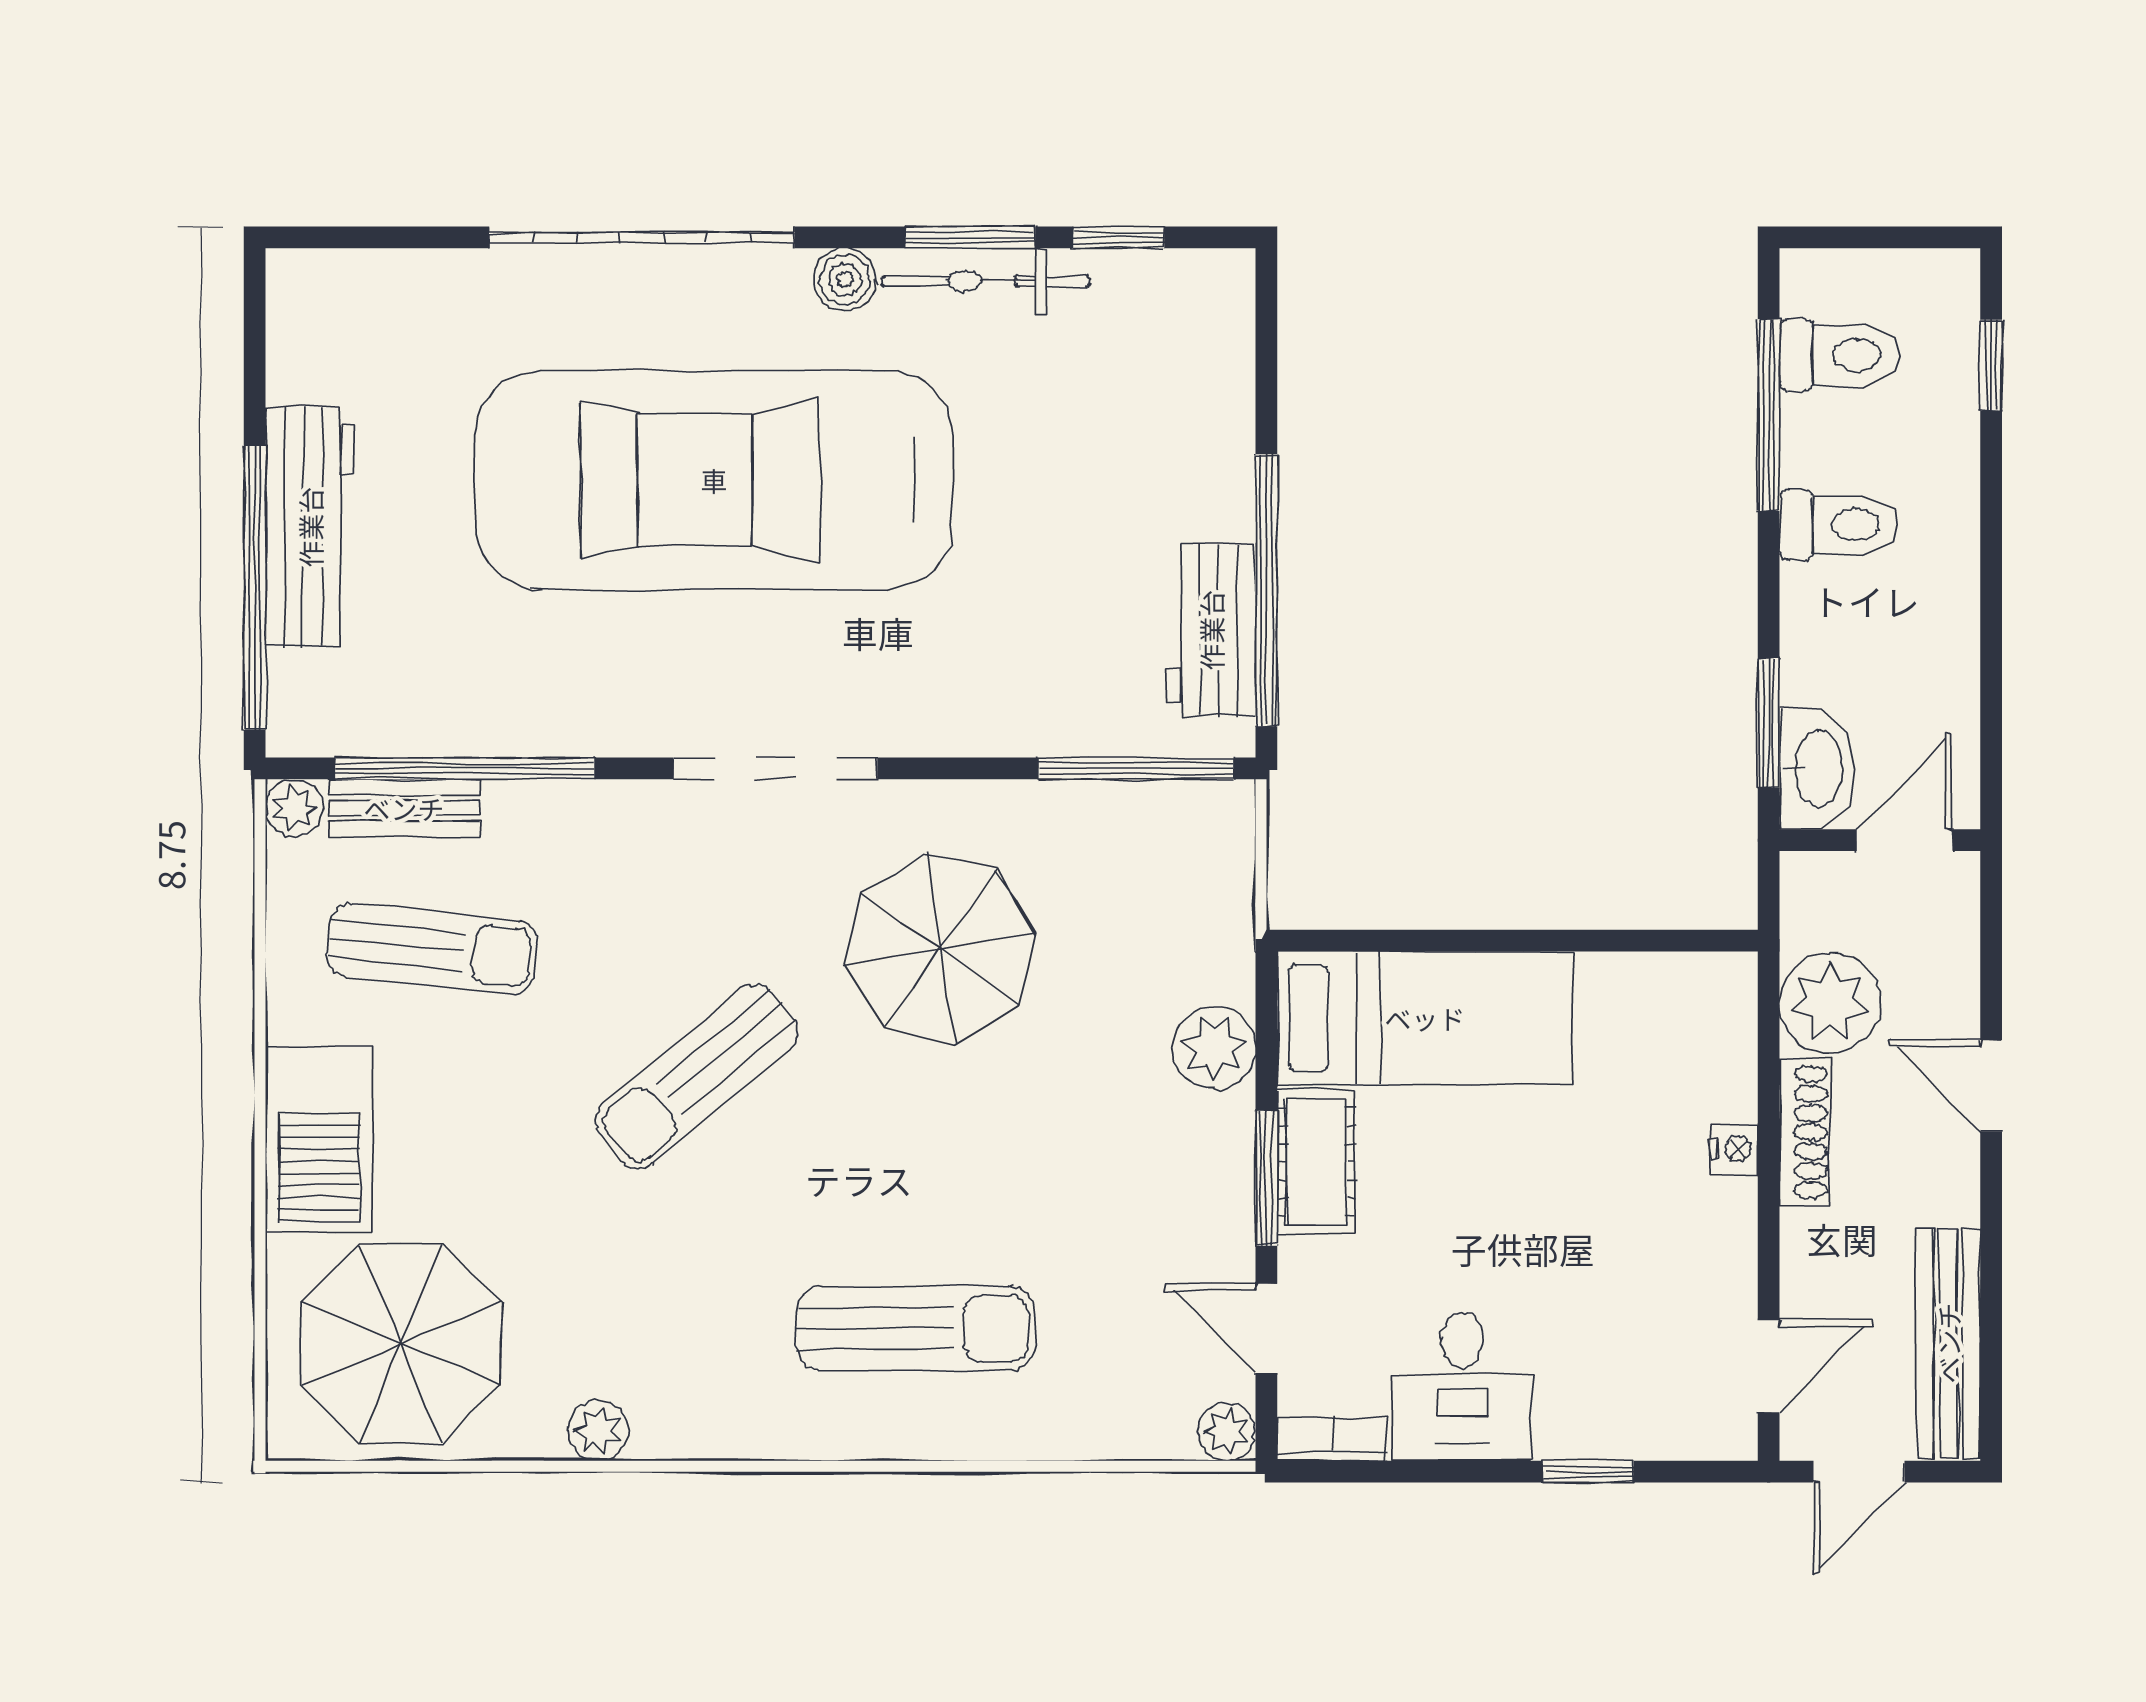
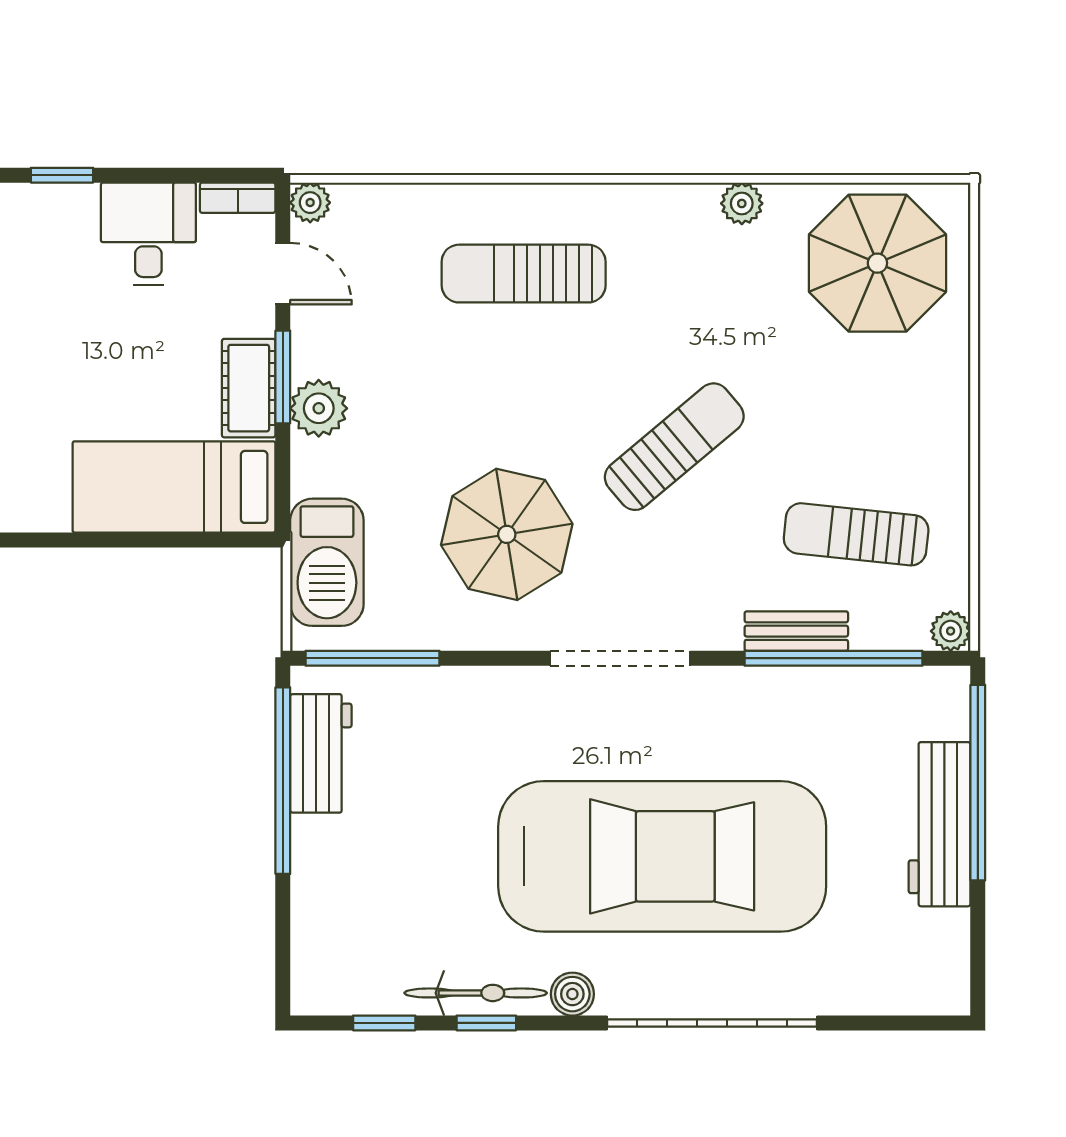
window: (970, 237) -> (486, 1023), width x0.67
bench: (404, 808) -> (796, 631), moved
plant: (1214, 1048) -> (319, 408), moved
barbecue: (319, 1140) -> (327, 562), moved, turned 180

